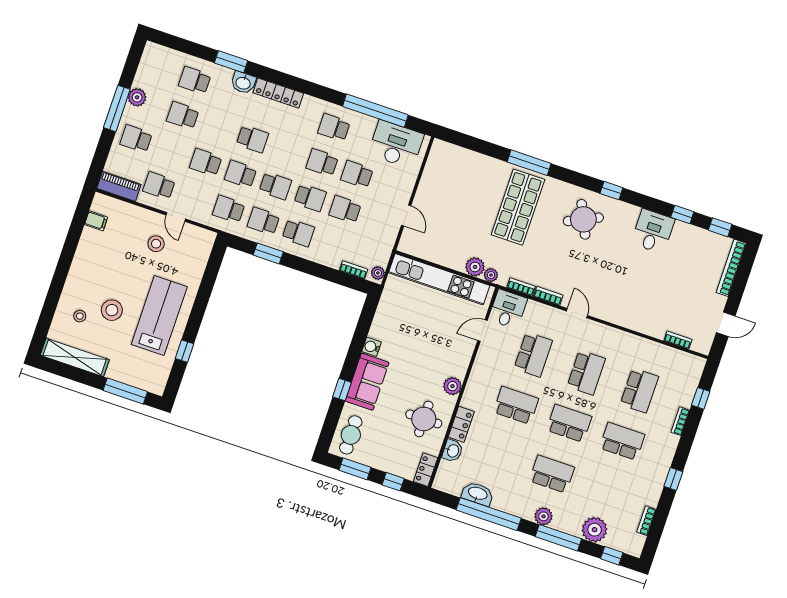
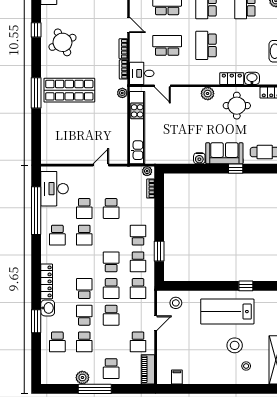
school desk: (310, 198) -> (84, 315), moved
stool: (156, 244) -> (176, 303), moved
plant: (475, 267) -> (120, 106), removed
door: (577, 313) -> (128, 25), swing flipped

